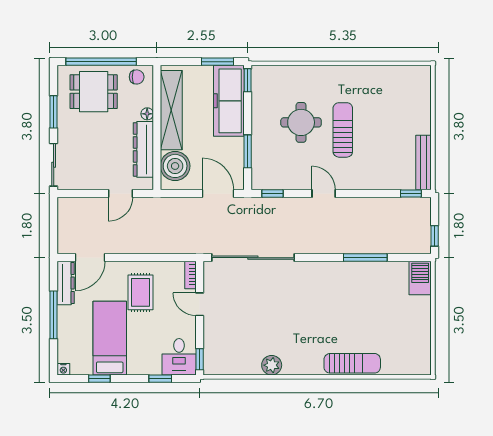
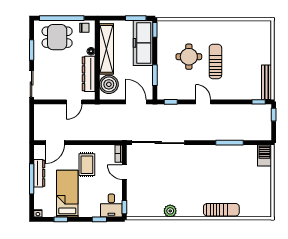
window: (435, 236) -> (274, 115), moved
dresser: (66, 283) -> (39, 173), moved

